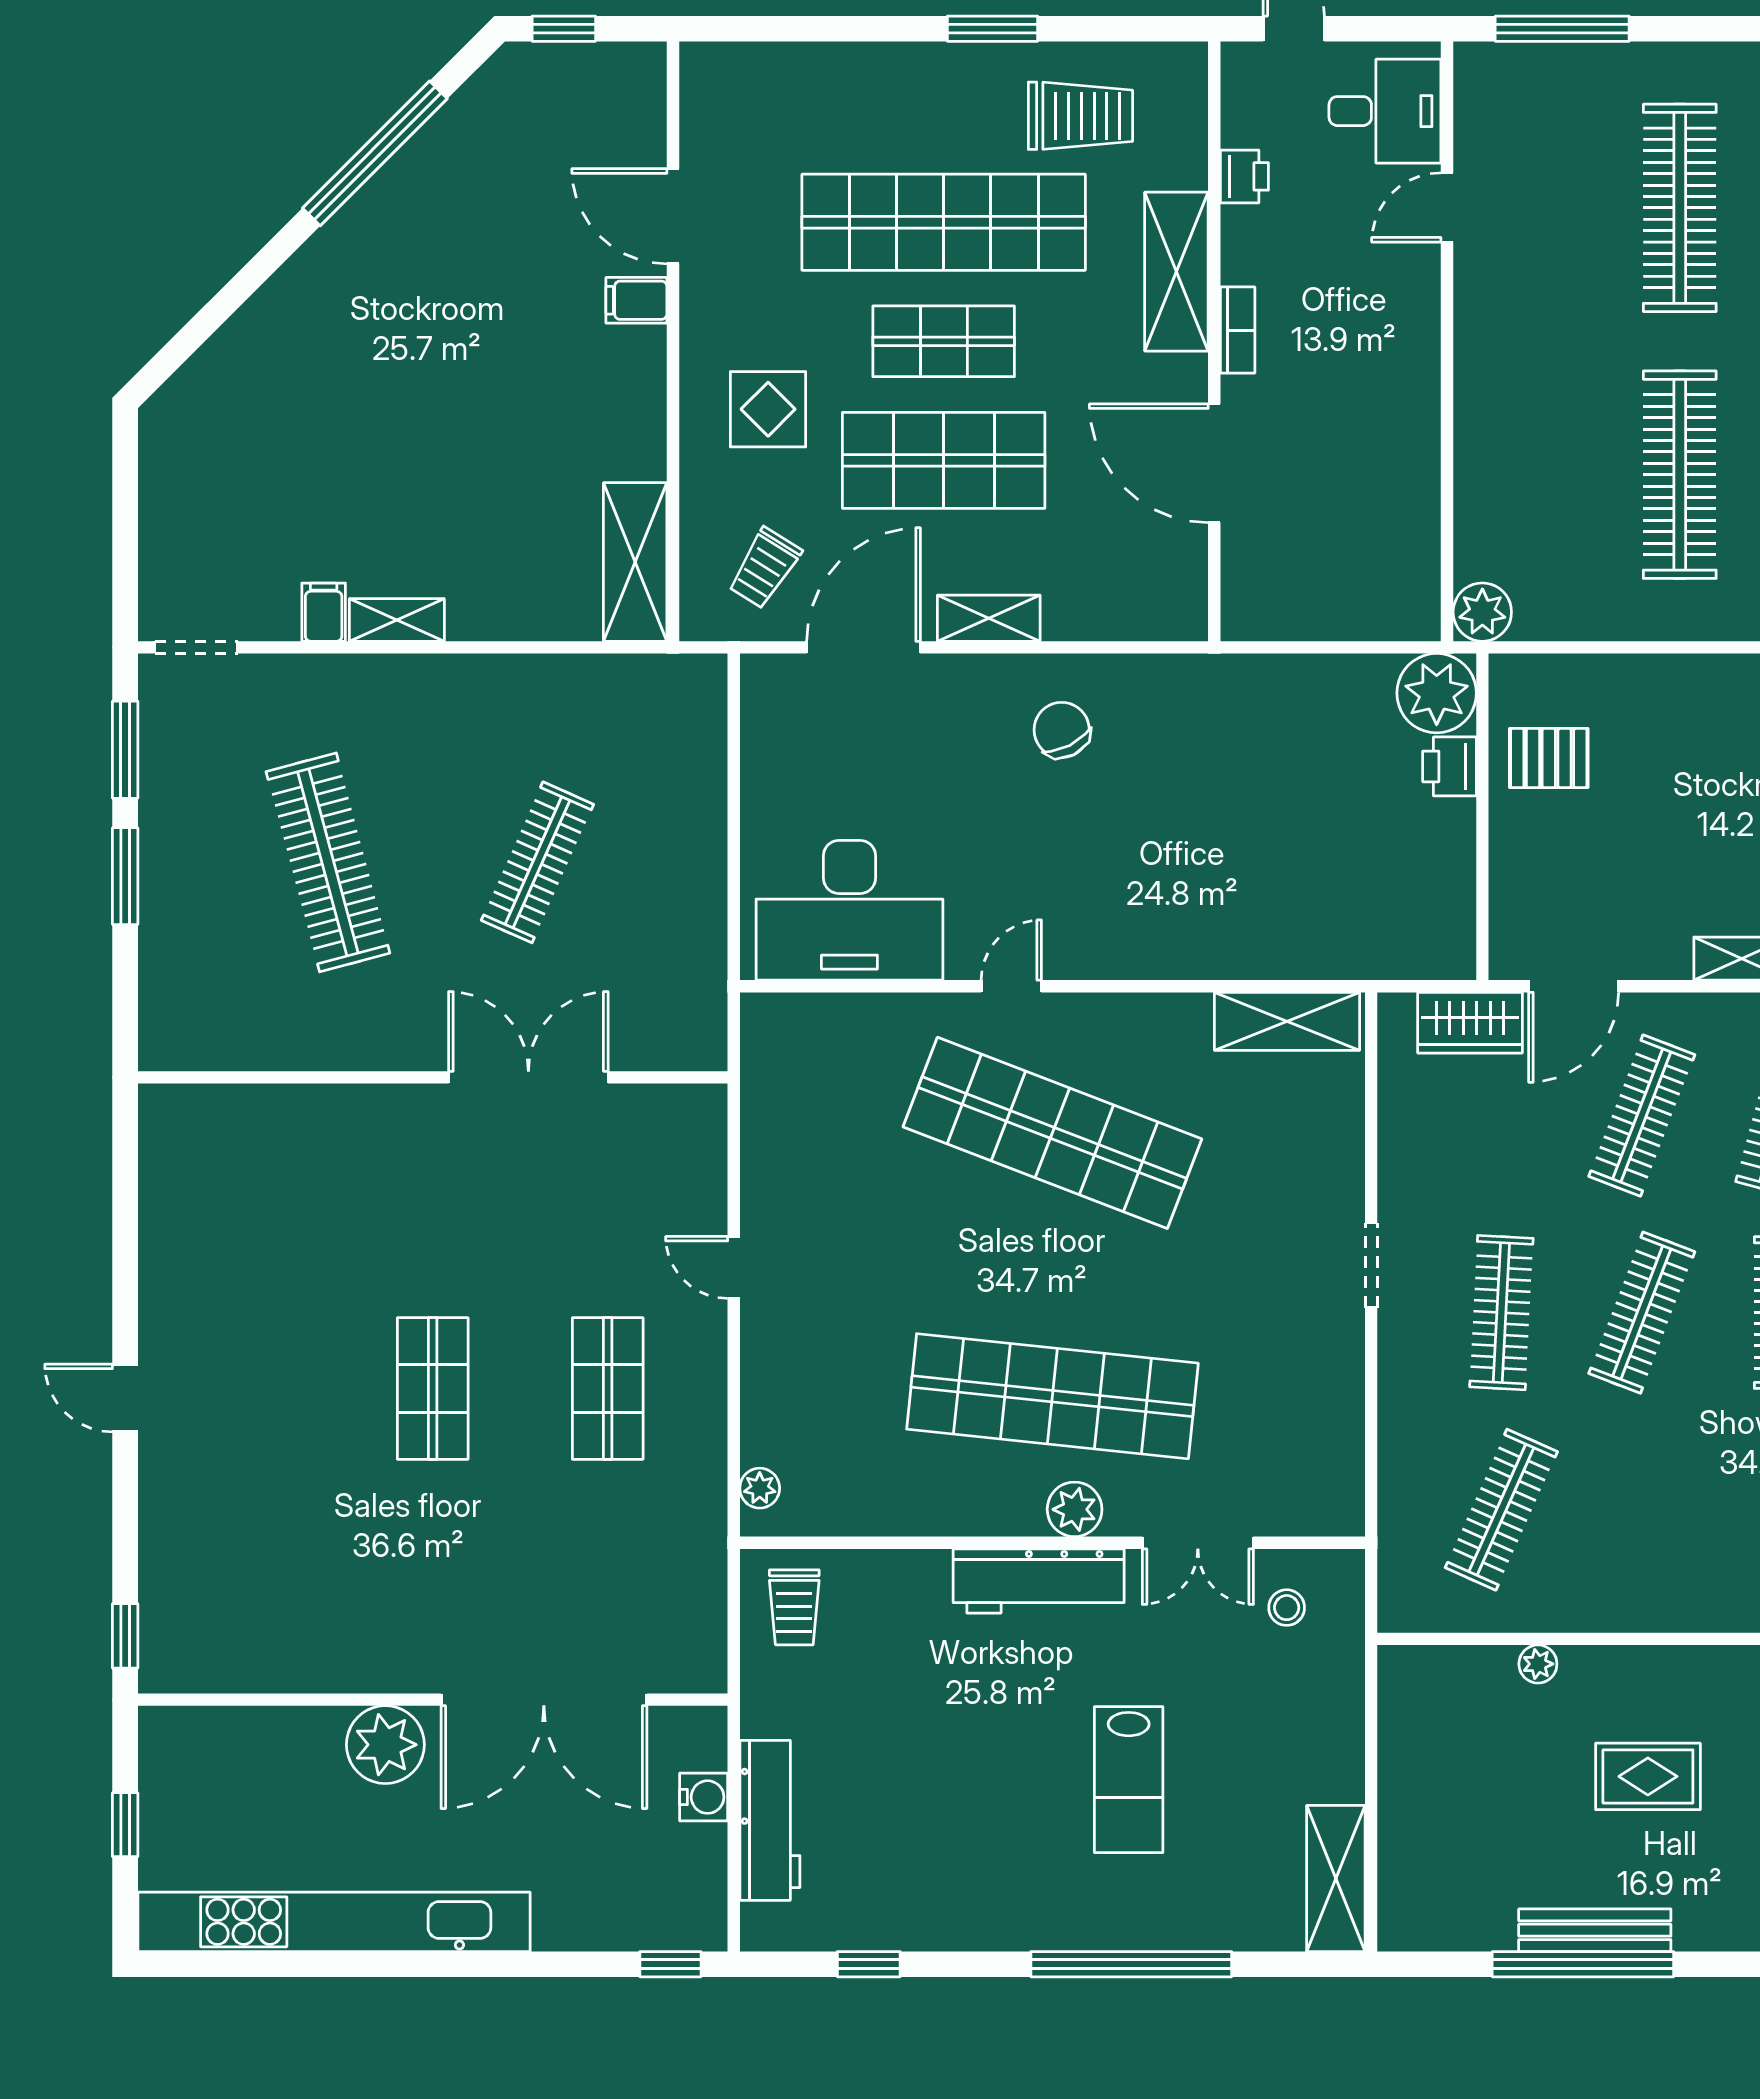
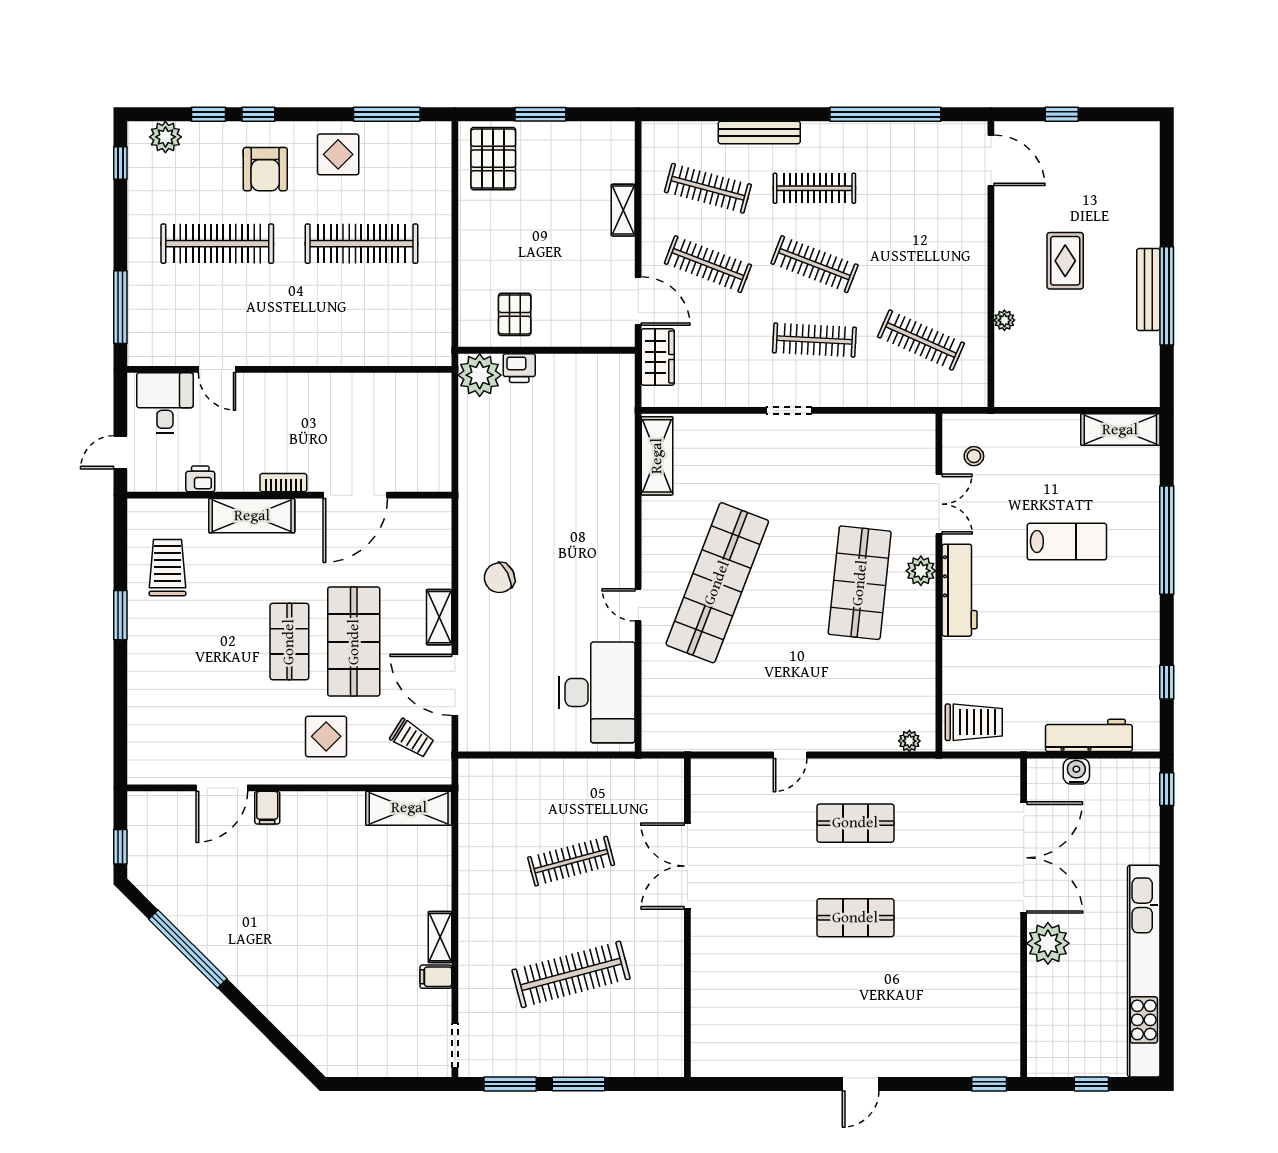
shop shelf: (944, 222) -> (225, 642), removed
plant: (1482, 612) -> (436, 350), removed
clothes rail: (537, 862) -> (571, 861), turned -39
shop shelf: (1052, 1396) -> (860, 583), width x0.71
trolley: (794, 1607) -> (974, 722), width x1.36, depth x1.39

